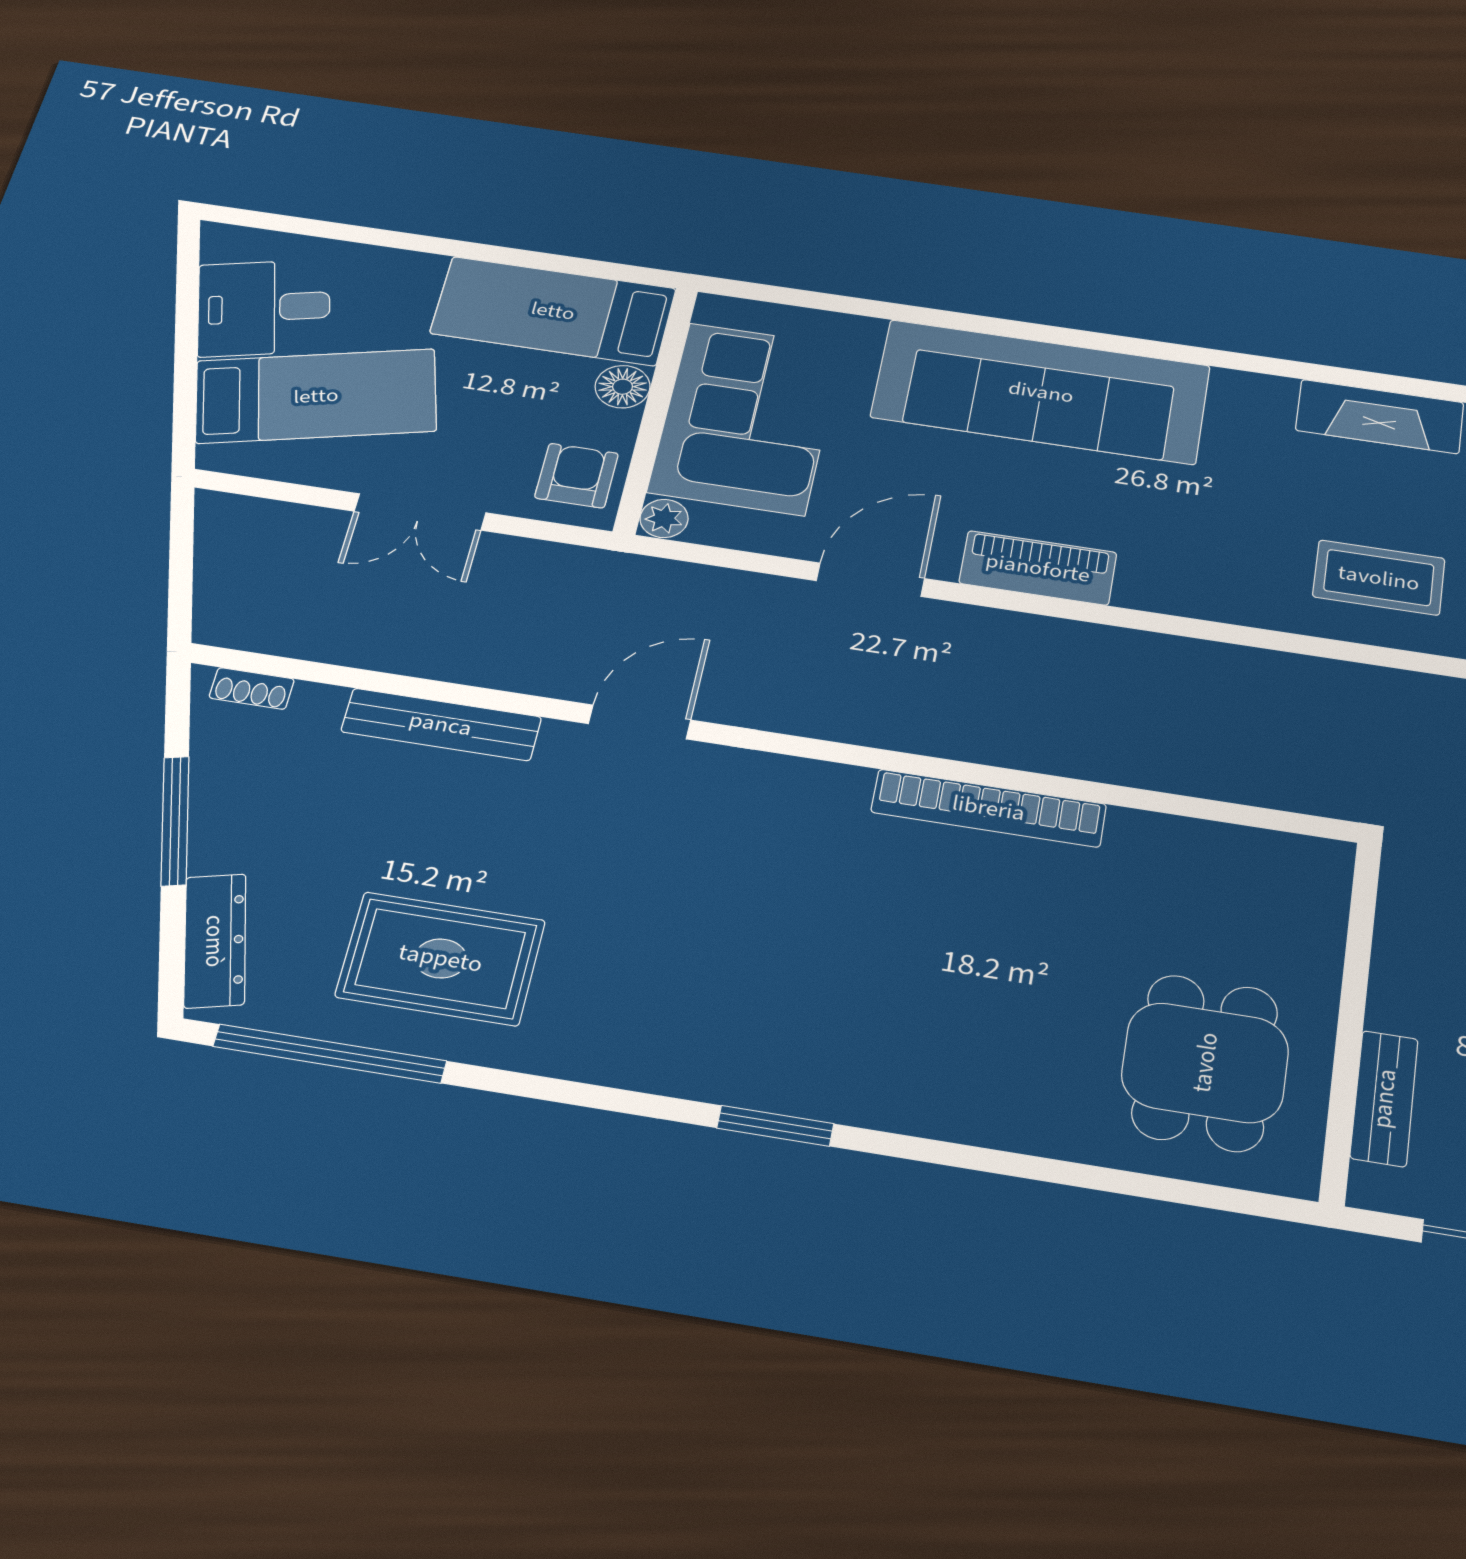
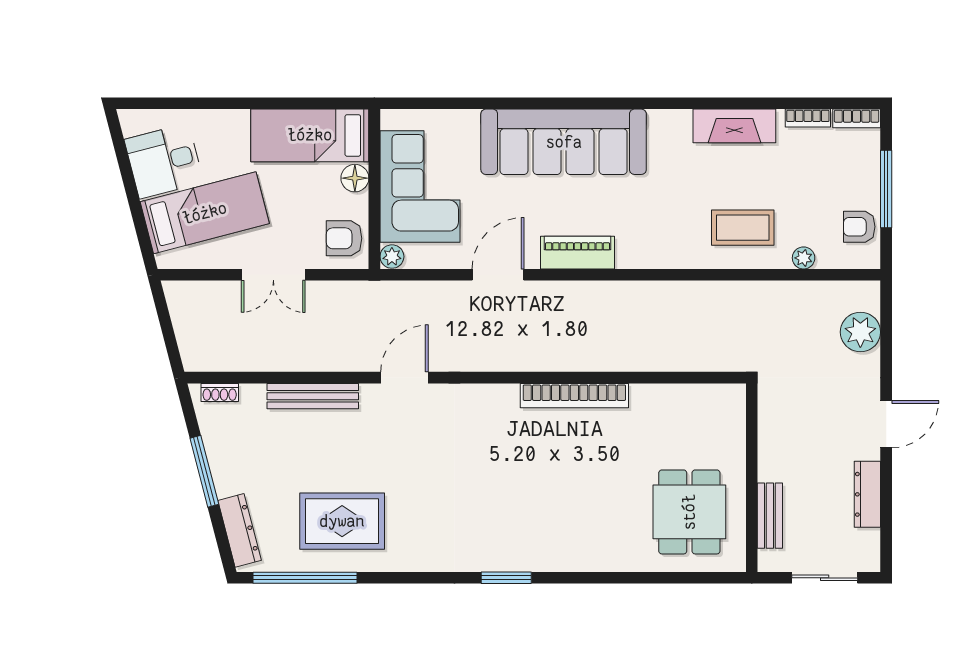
armchair: (577, 476) -> (344, 238), turned -90

